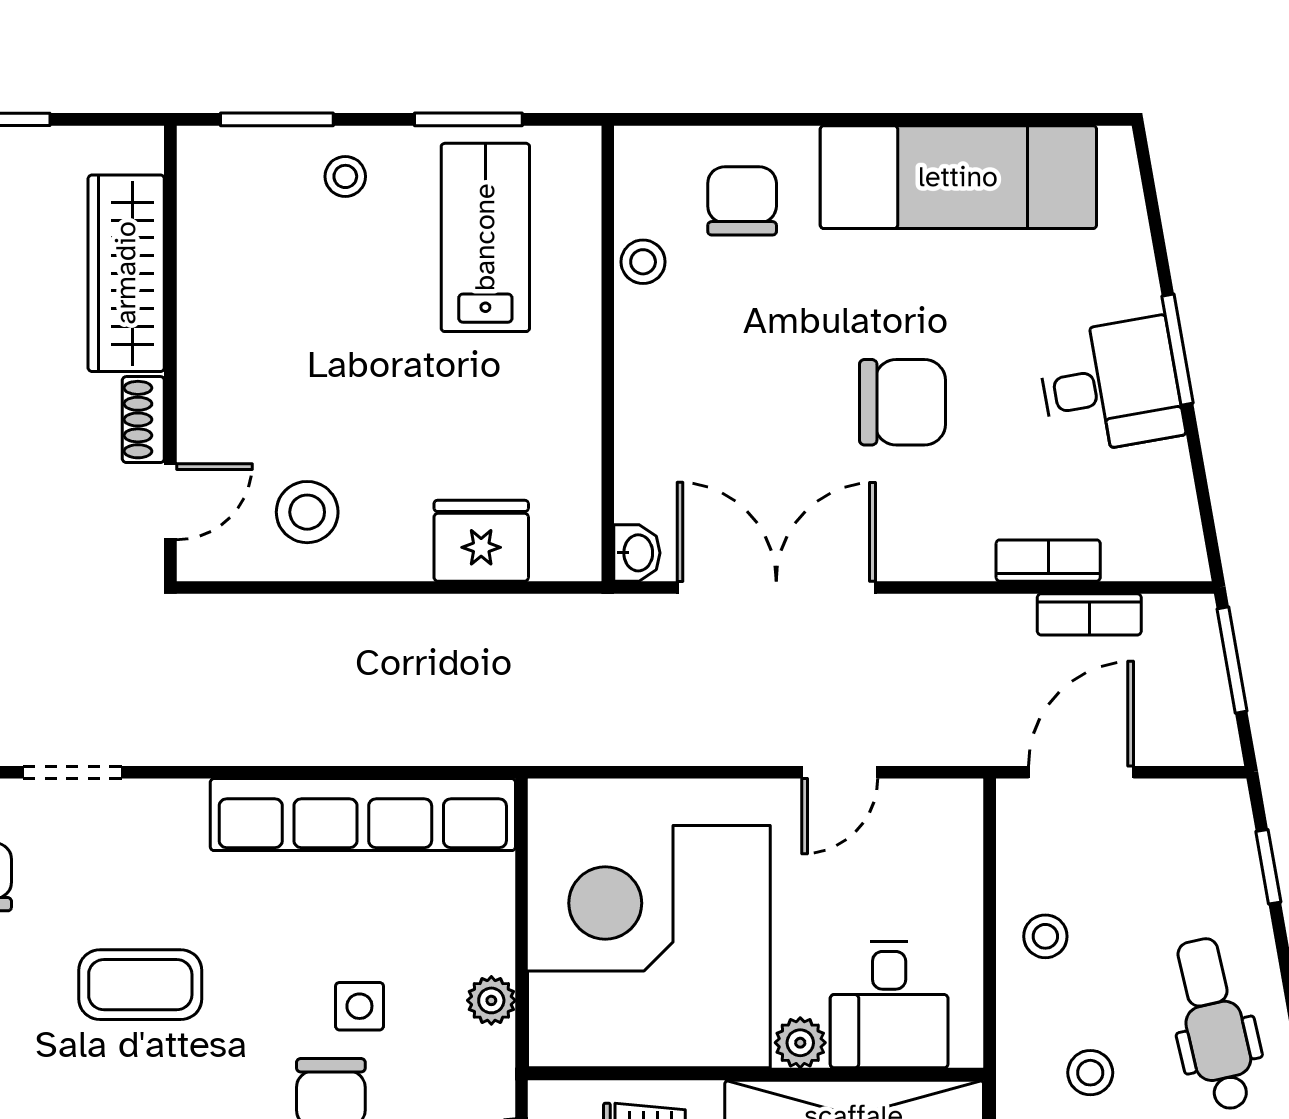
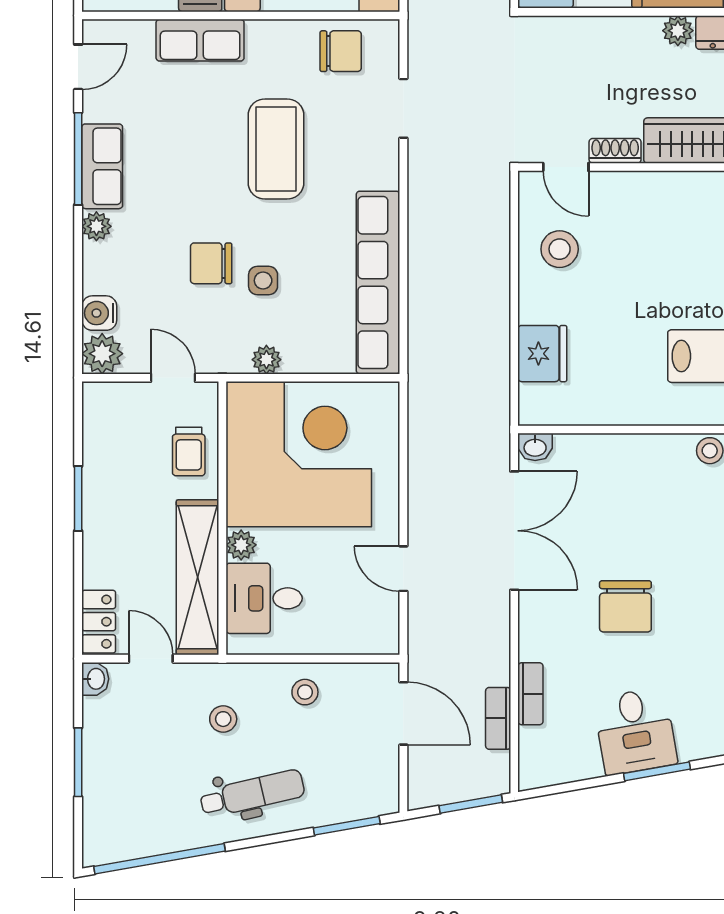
window: (1268, 867) -> (347, 826), width x1.50
coffee table: (140, 985) -> (276, 149), width x1.36, depth x1.32

